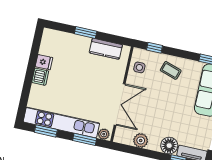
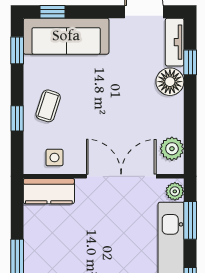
window: (154, 48) -> (17, 118), moved
kitchen counter: (106, 49) -> (49, 191), moved, turned 90
plant: (141, 141) -> (172, 149), moved

